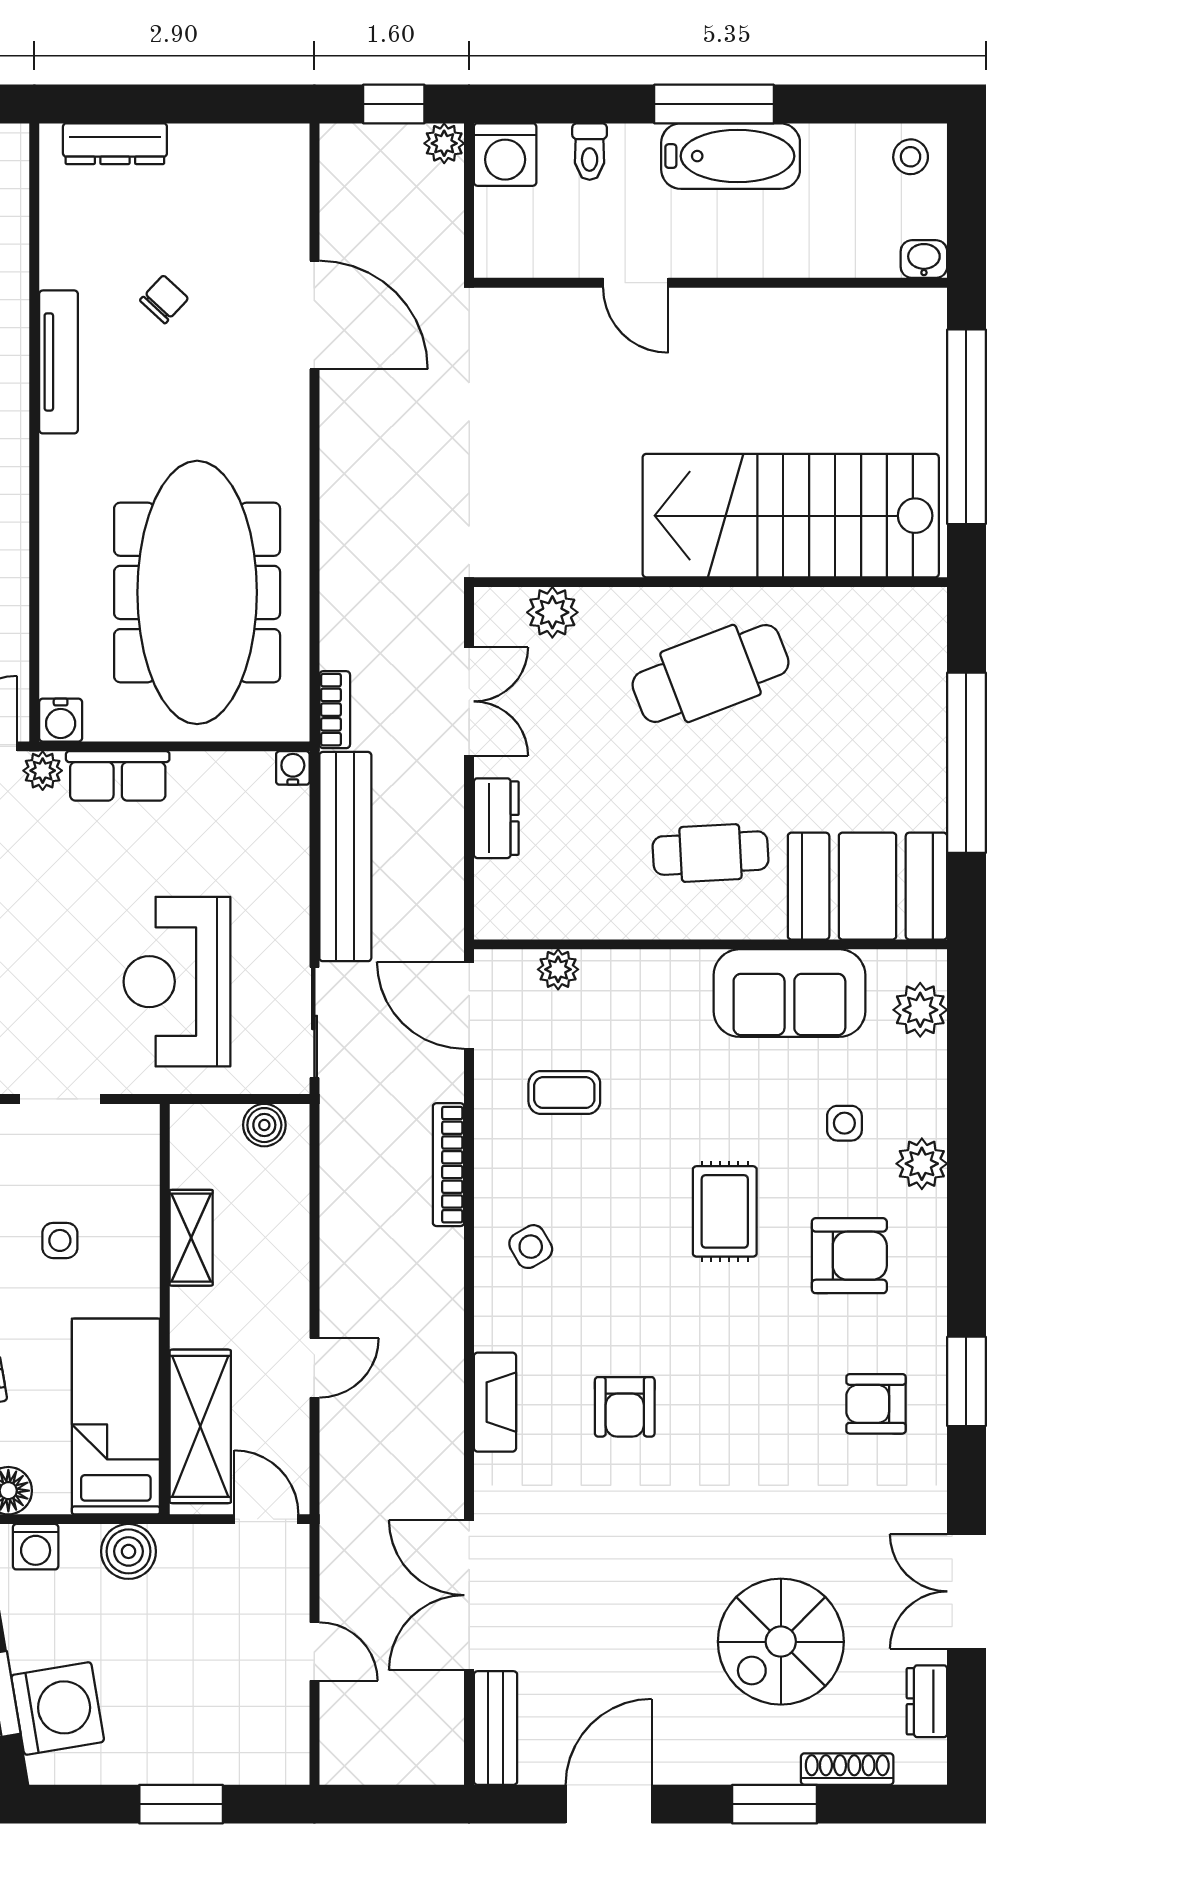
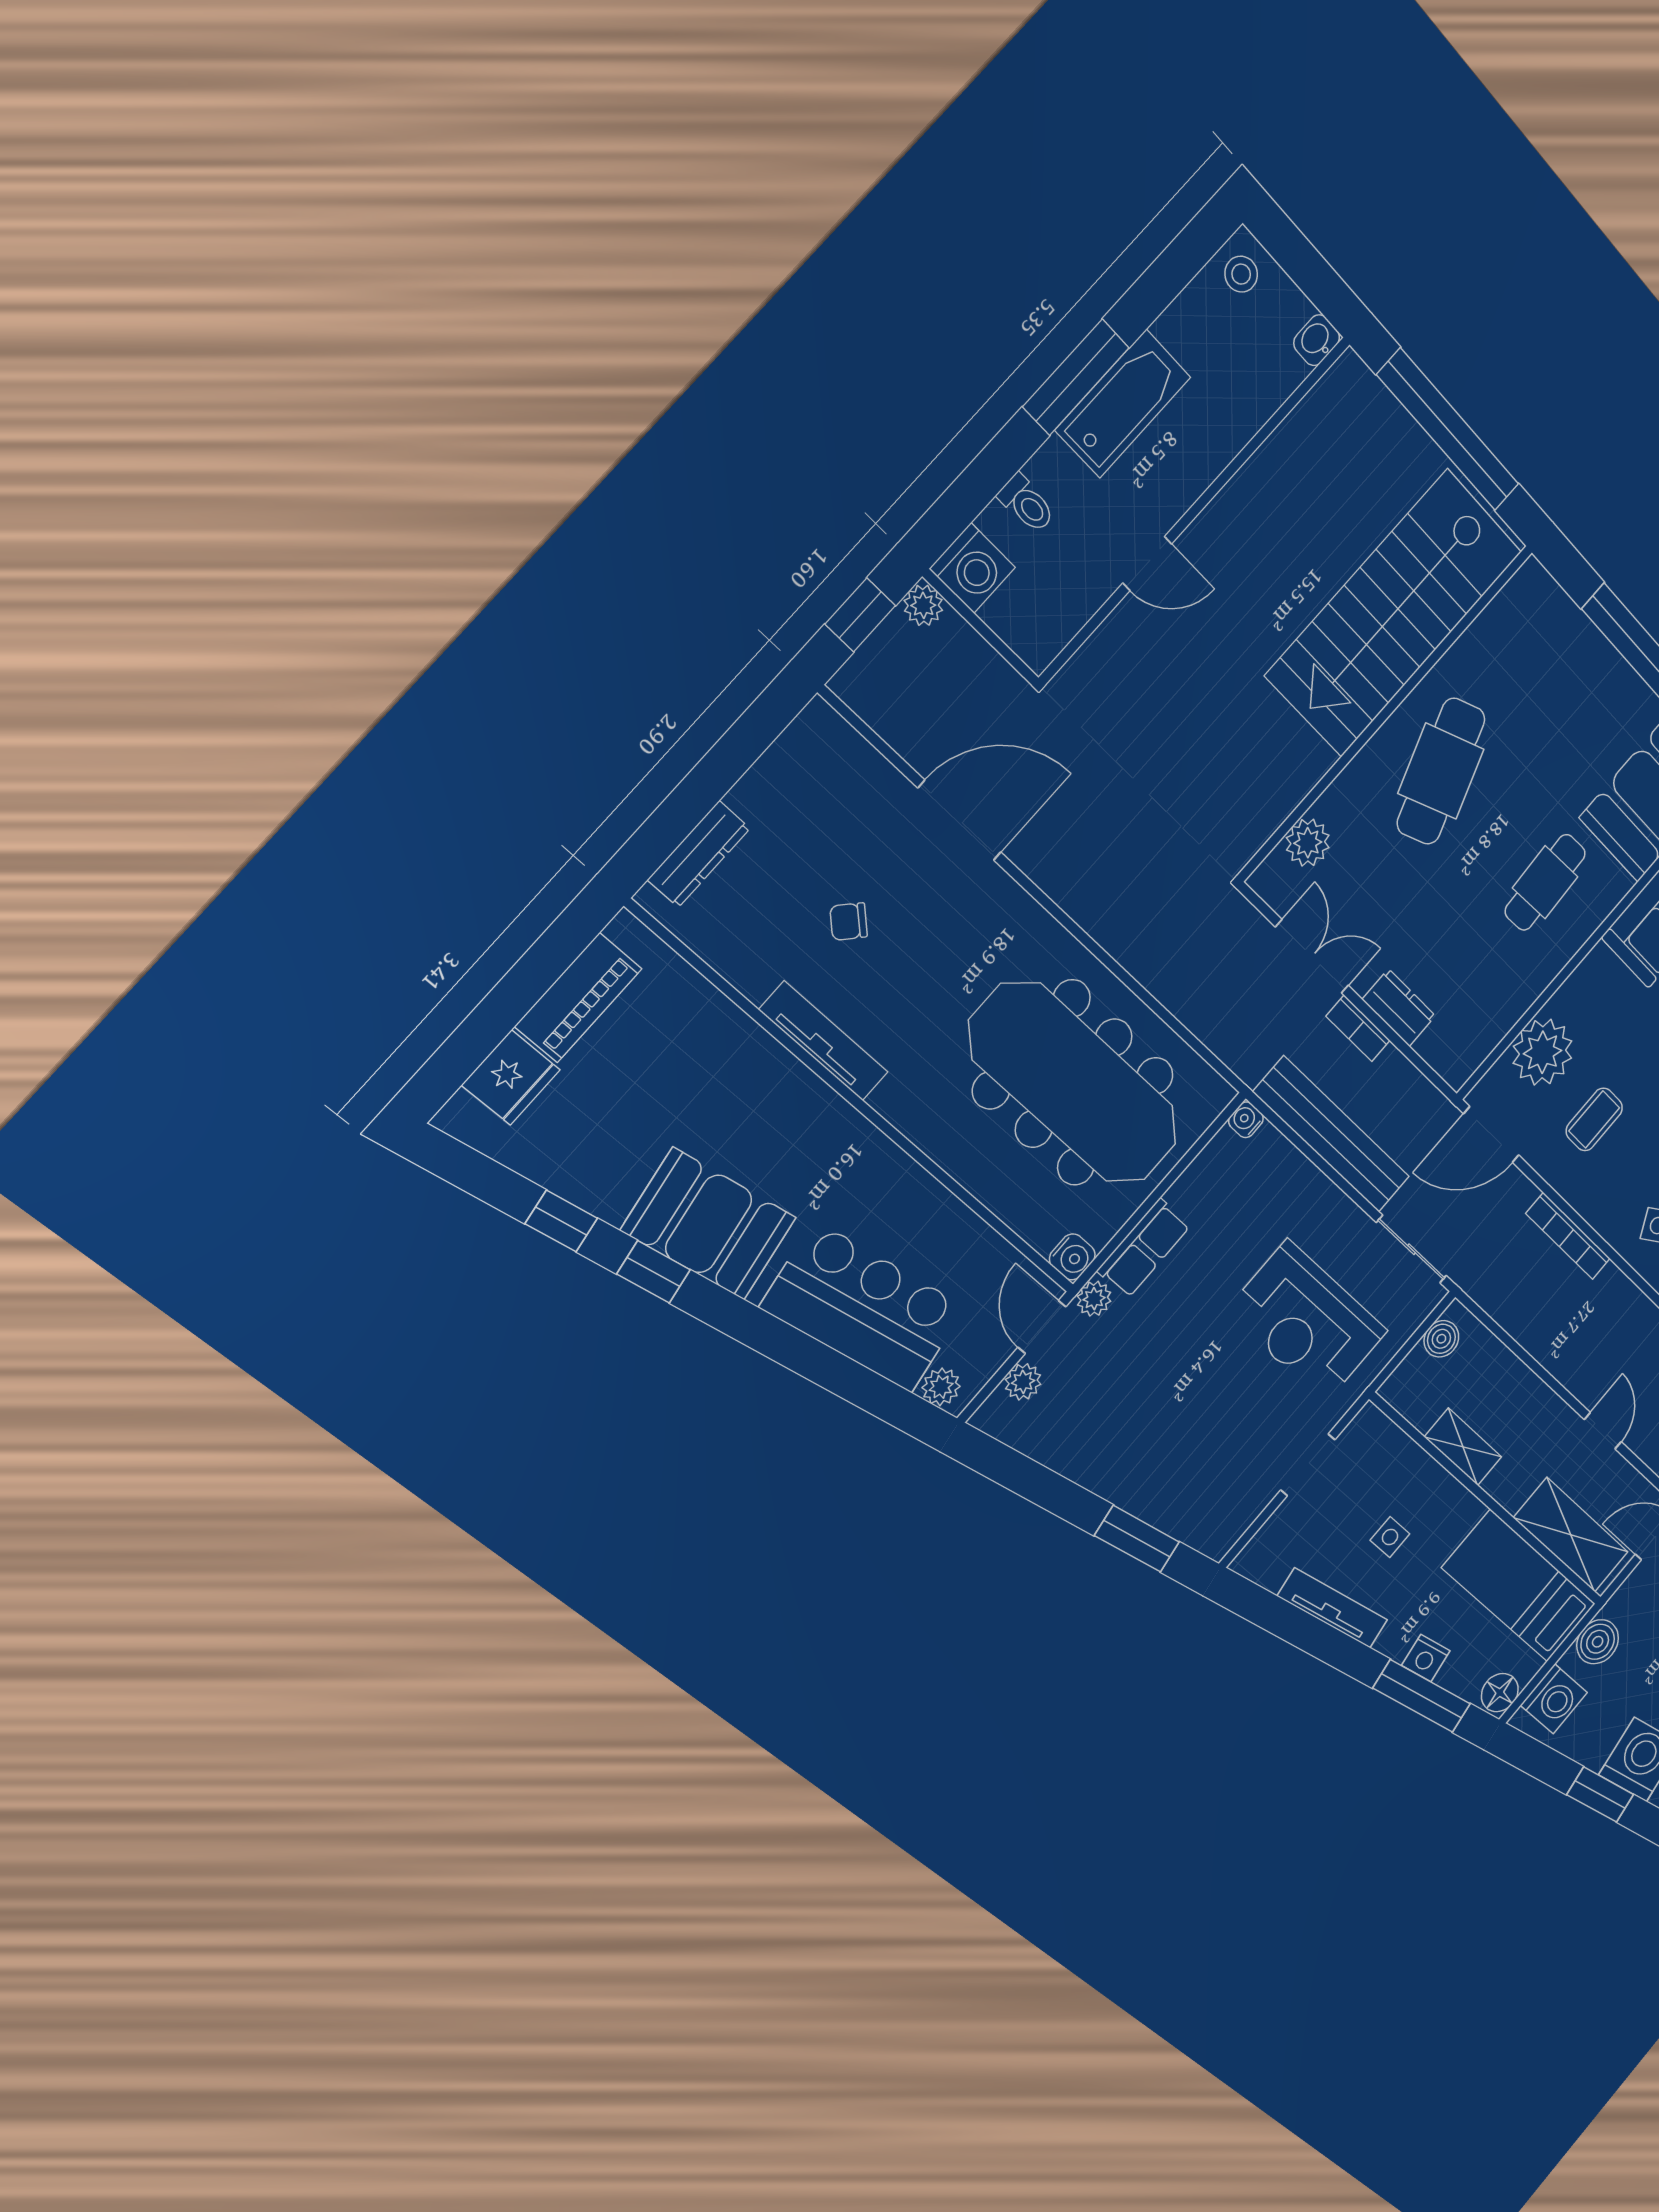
chair: (164, 299) -> (849, 922), turned -91
bookcase: (335, 710) -> (1358, 1028), moved, turned 180
plant: (558, 969) -> (1543, 1052), width x1.87, depth x1.87
washing machine: (36, 1547) -> (1554, 1699), width x1.38, depth x1.38

